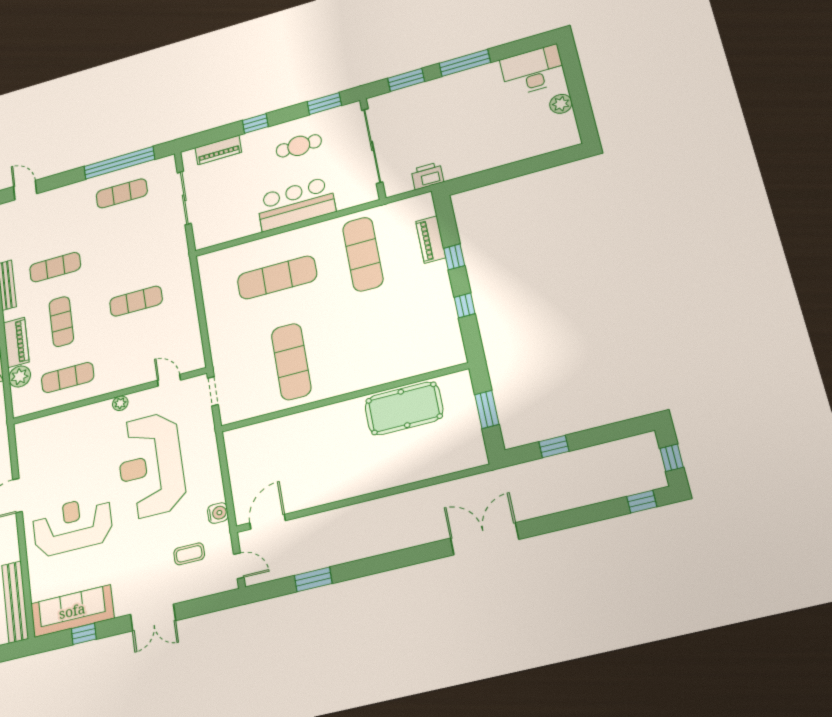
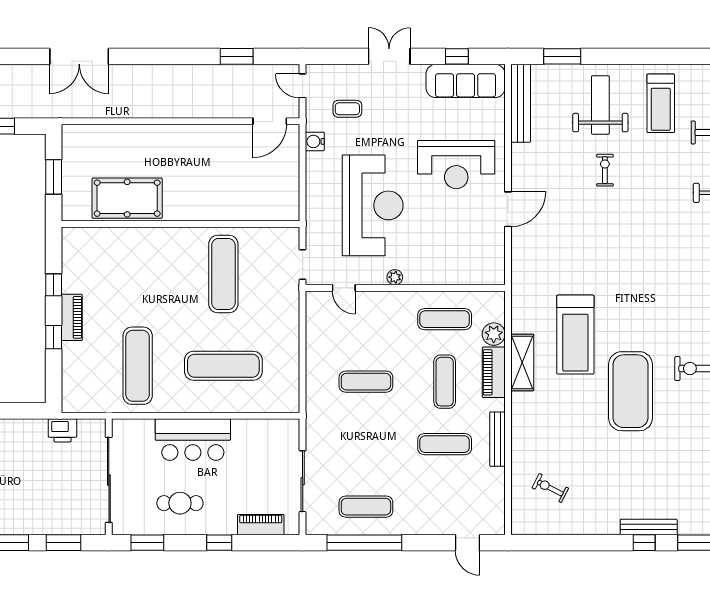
piano: (431, 240) -> (72, 317), moved

